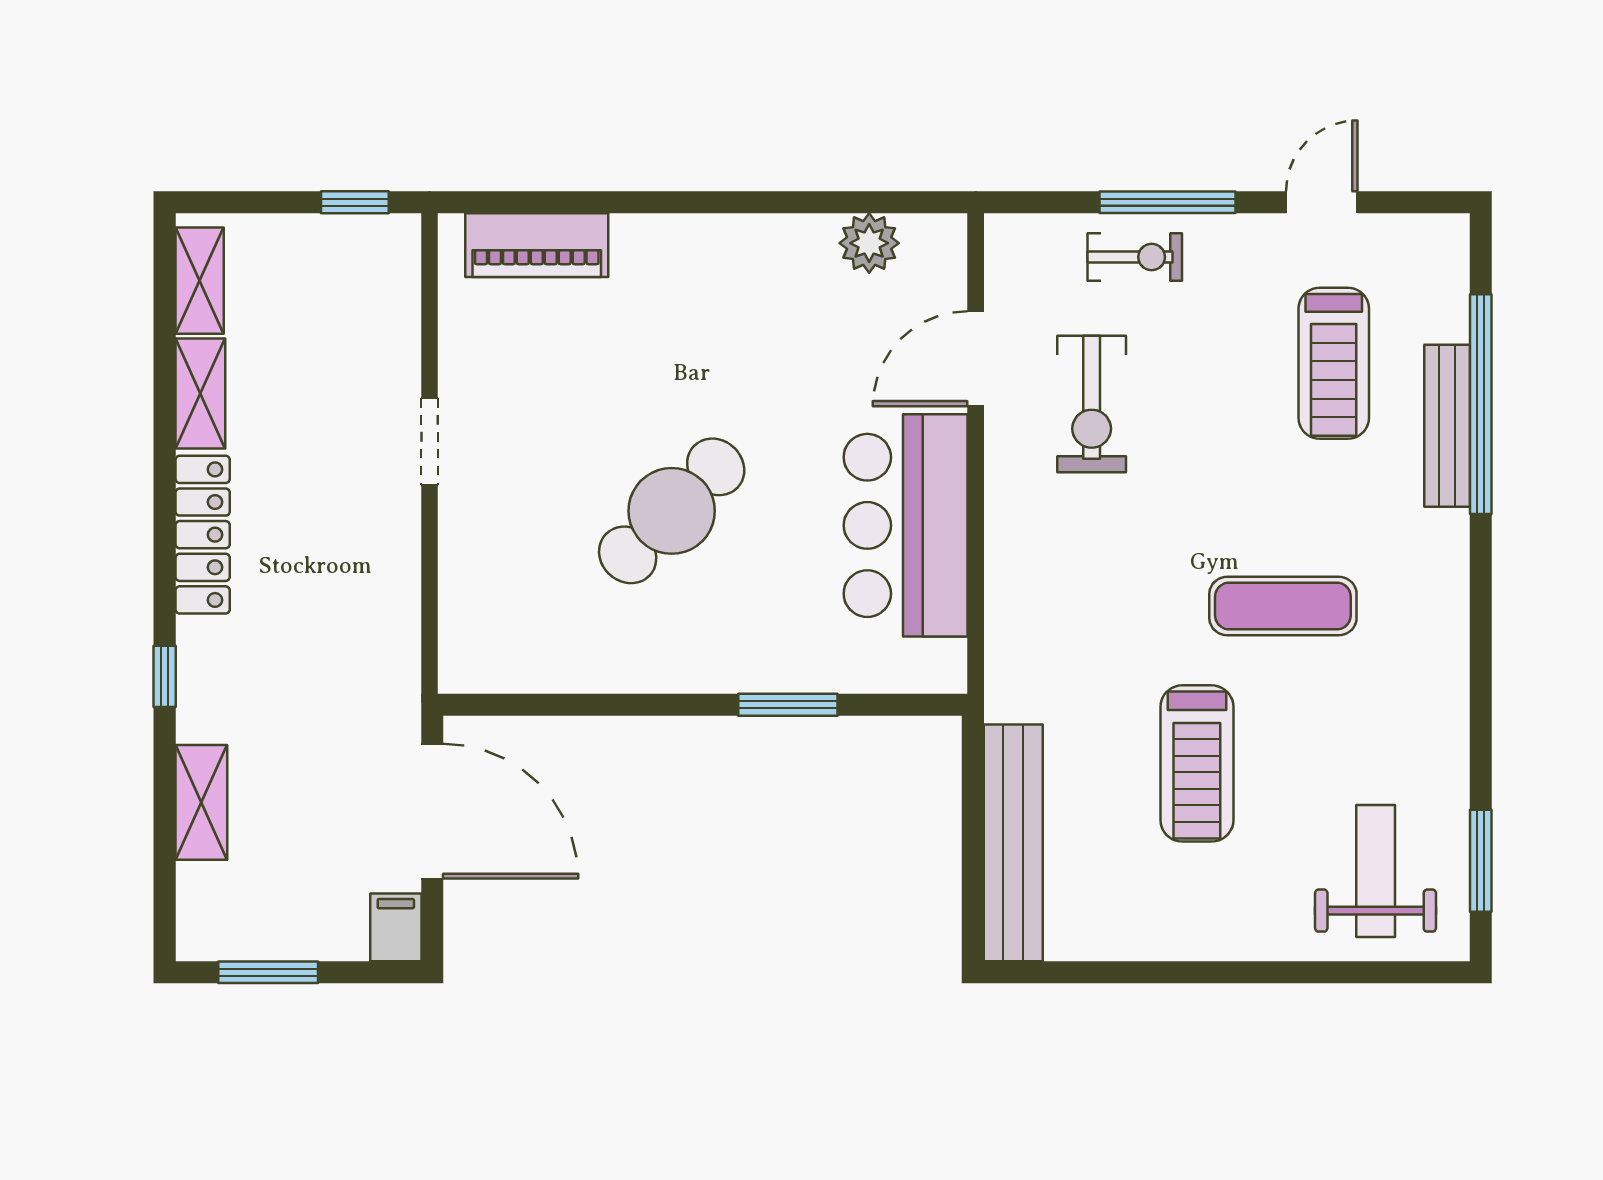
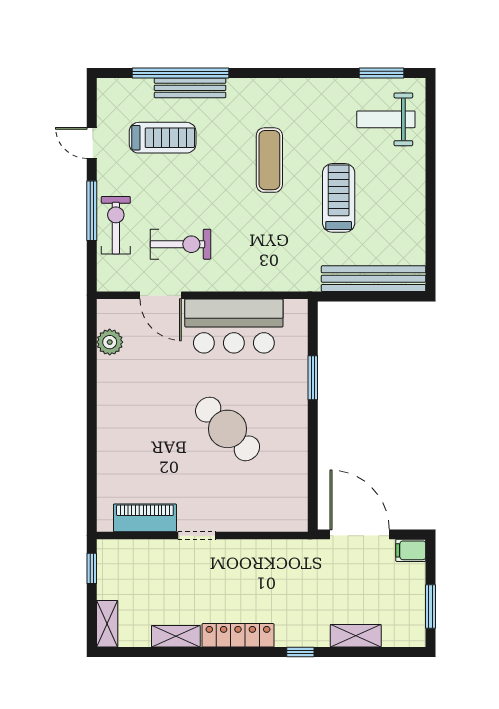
piano: (537, 245) -> (145, 518), moved, turned -90
exercise bike: (1135, 257) -> (116, 225), width x1.38, depth x1.39
shelving: (200, 281) -> (107, 624), moved, turned 90
treadmill: (1197, 763) -> (339, 198), turned -90
door: (432, 811) -> (360, 534), hinge flipped

